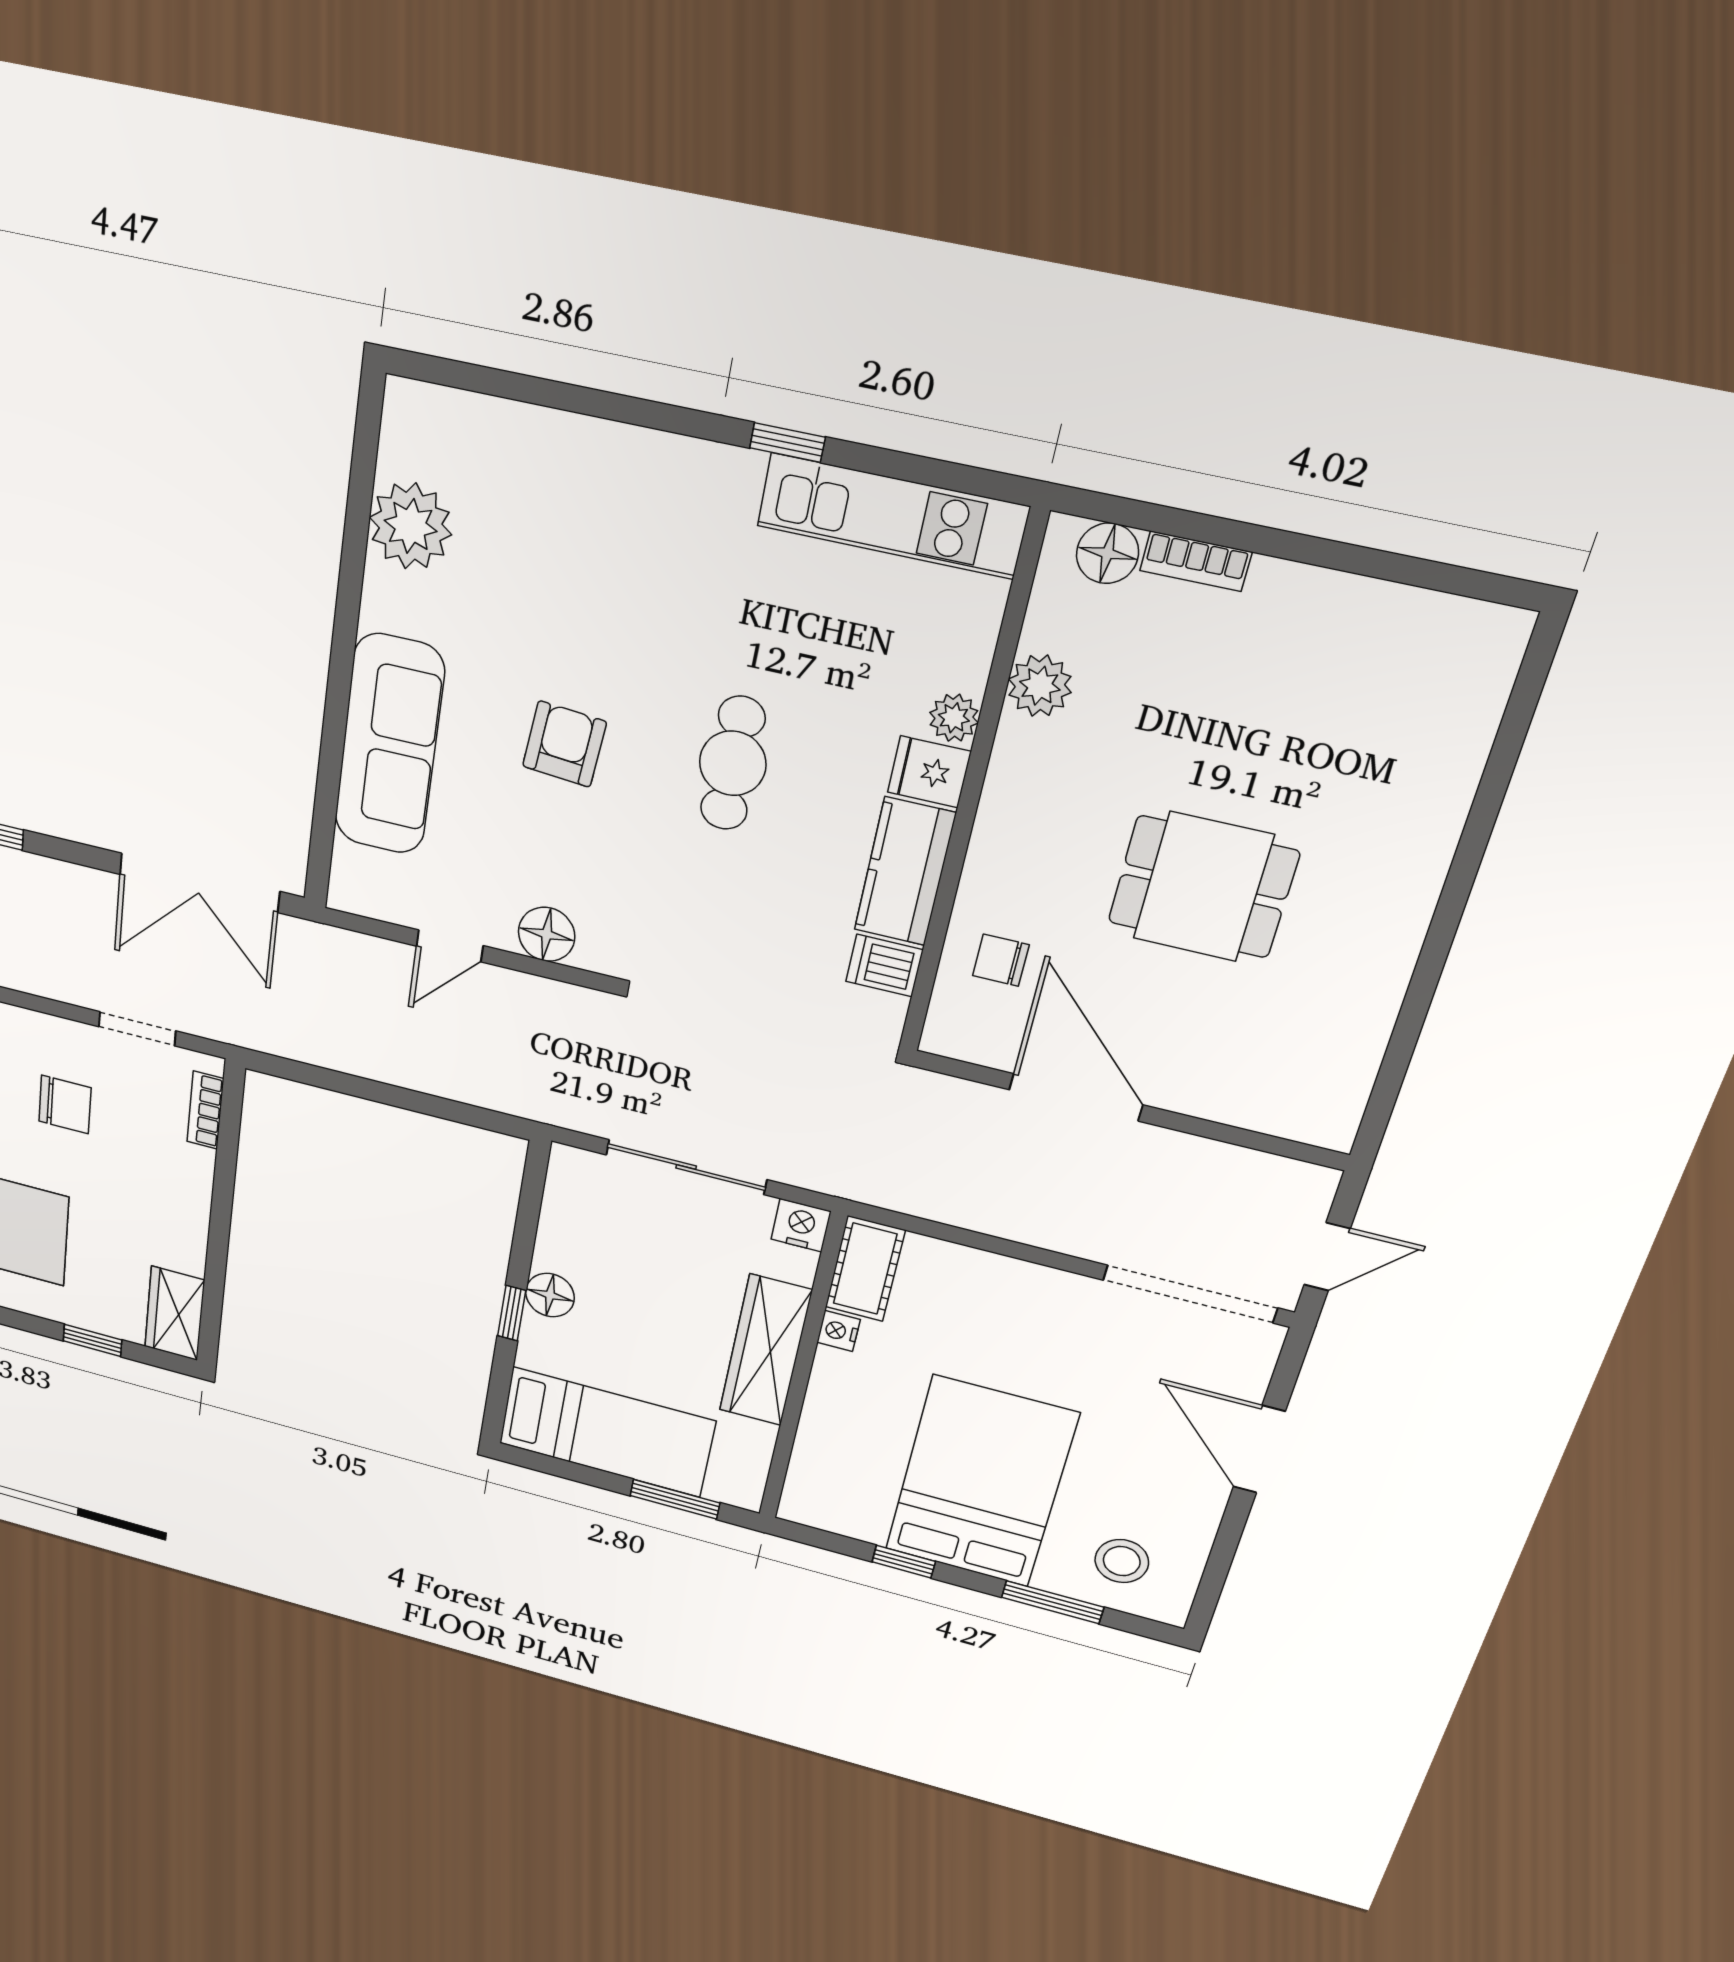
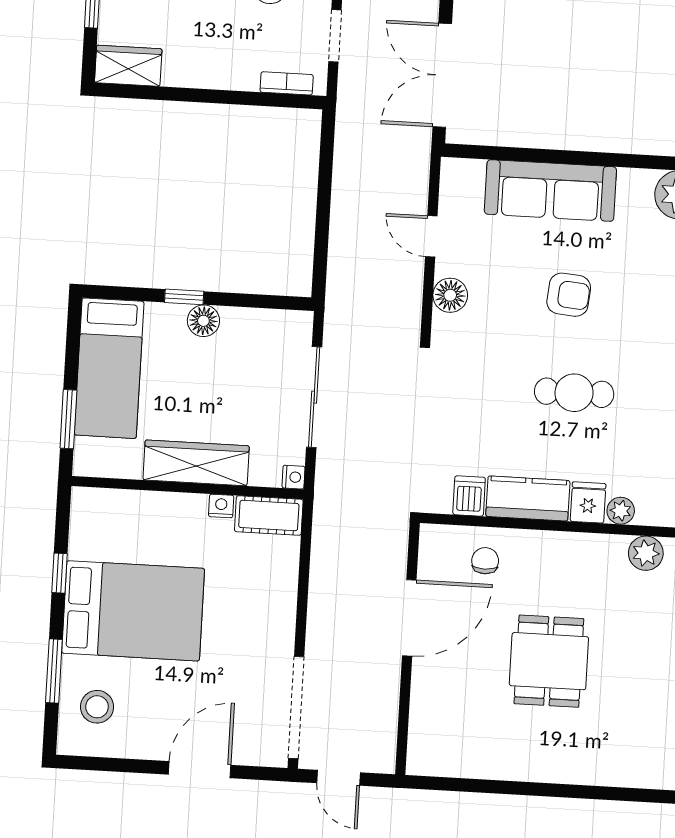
nightstand: (801, 1225) -> (294, 477), width x0.72, depth x0.74

